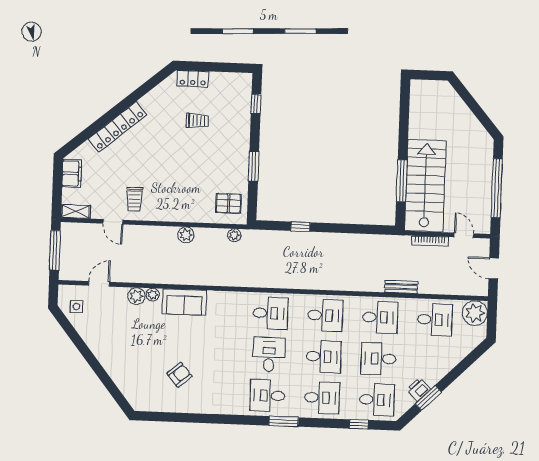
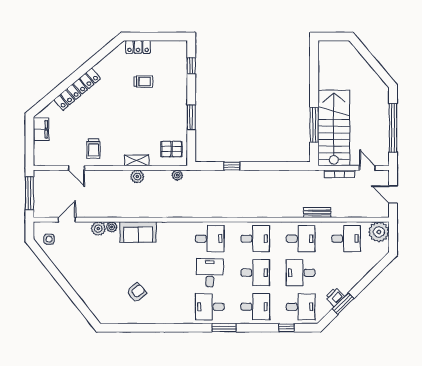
shelving: (76, 211) -> (137, 160), moved

